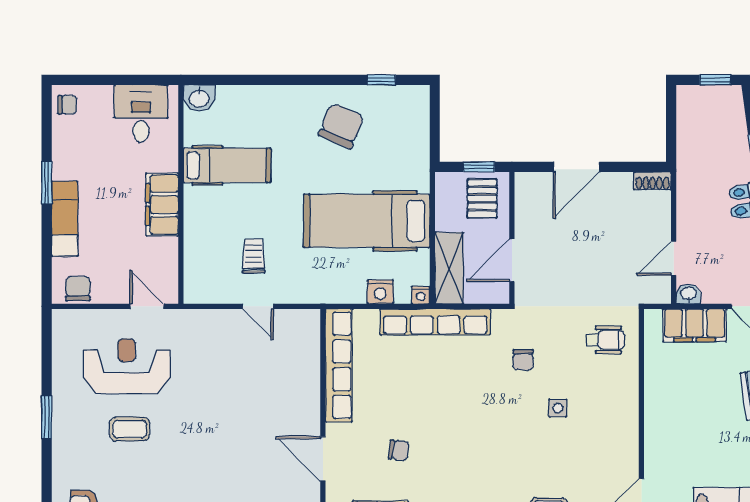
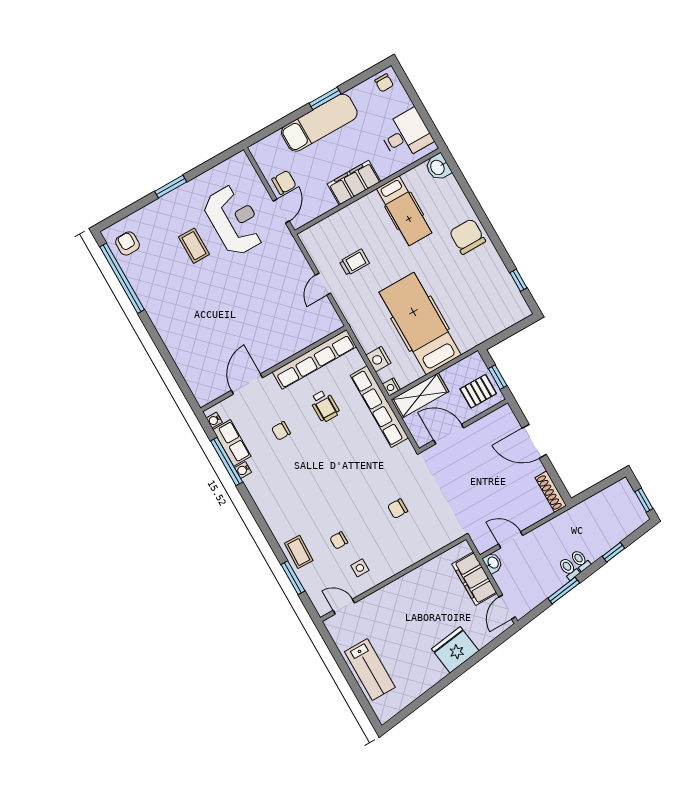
chair: (341, 126) -> (467, 236), moved, turned -113
shoe rack: (653, 181) -> (551, 492), width x1.43
exam couch: (65, 219) -> (319, 123), width x1.36, depth x1.45
chair: (78, 289) -> (284, 182), moved
wheelchair: (605, 340) -> (325, 406), moved
chair: (523, 360) -> (398, 509), moved
side table: (558, 408) -> (360, 568), moved
chair: (399, 450) -> (281, 431), turned 83
chair: (562, 456) -> (339, 540), added

